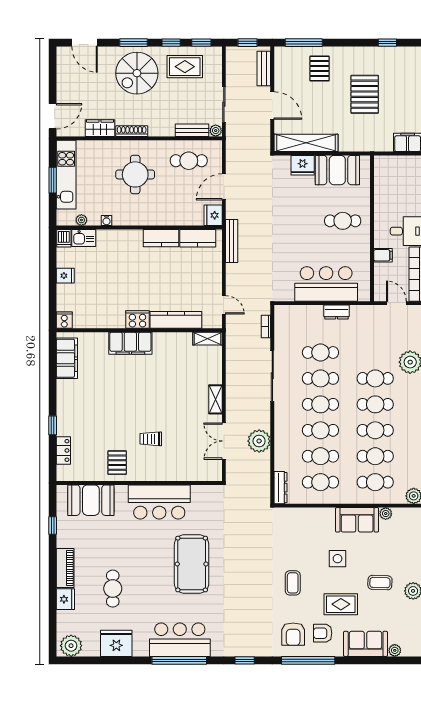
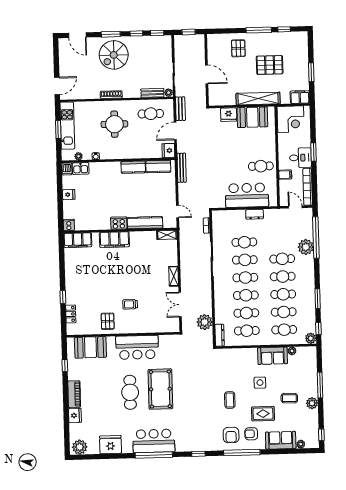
window: (304, 43) -> (259, 30), moved
rug: (185, 67) -> (146, 50), removed
bench: (264, 69) -> (180, 109), moved
pallet: (365, 94) -> (270, 65), turned 90
wardrobe: (100, 128) -> (90, 93), removed
shelving: (306, 143) -> (258, 99), moved
corner desk: (393, 175) -> (291, 119), added
cafe table: (343, 221) -> (261, 166), moved
filing cabinet: (67, 358) -> (78, 240), moved, turned 90
plant: (259, 441) -> (205, 322), moved
cafe table: (113, 589) -> (130, 392), moved, width x1.37, depth x1.35

